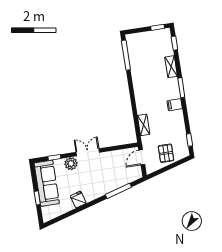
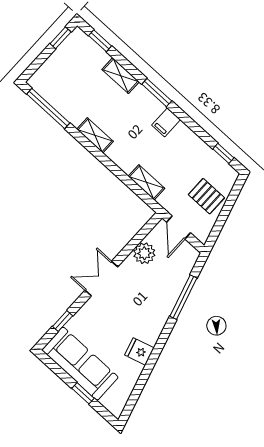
shelving: (137, 85) -> (95, 135), added
plant: (71, 164) -> (144, 253), moved

